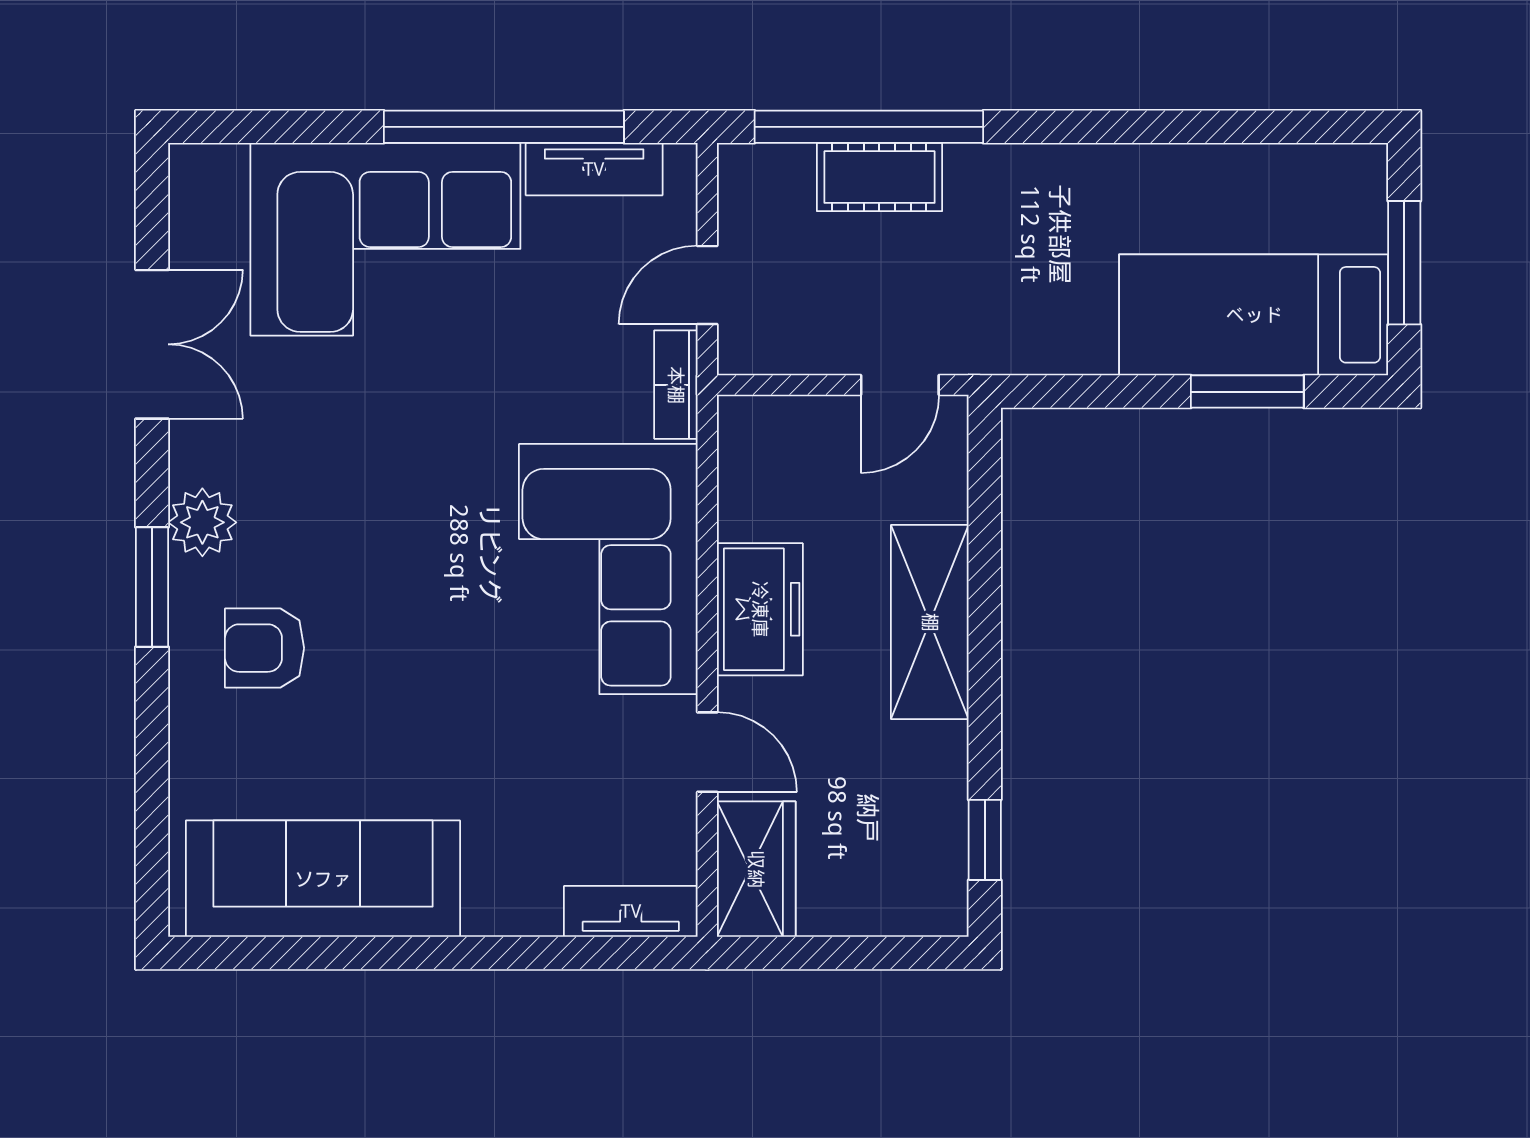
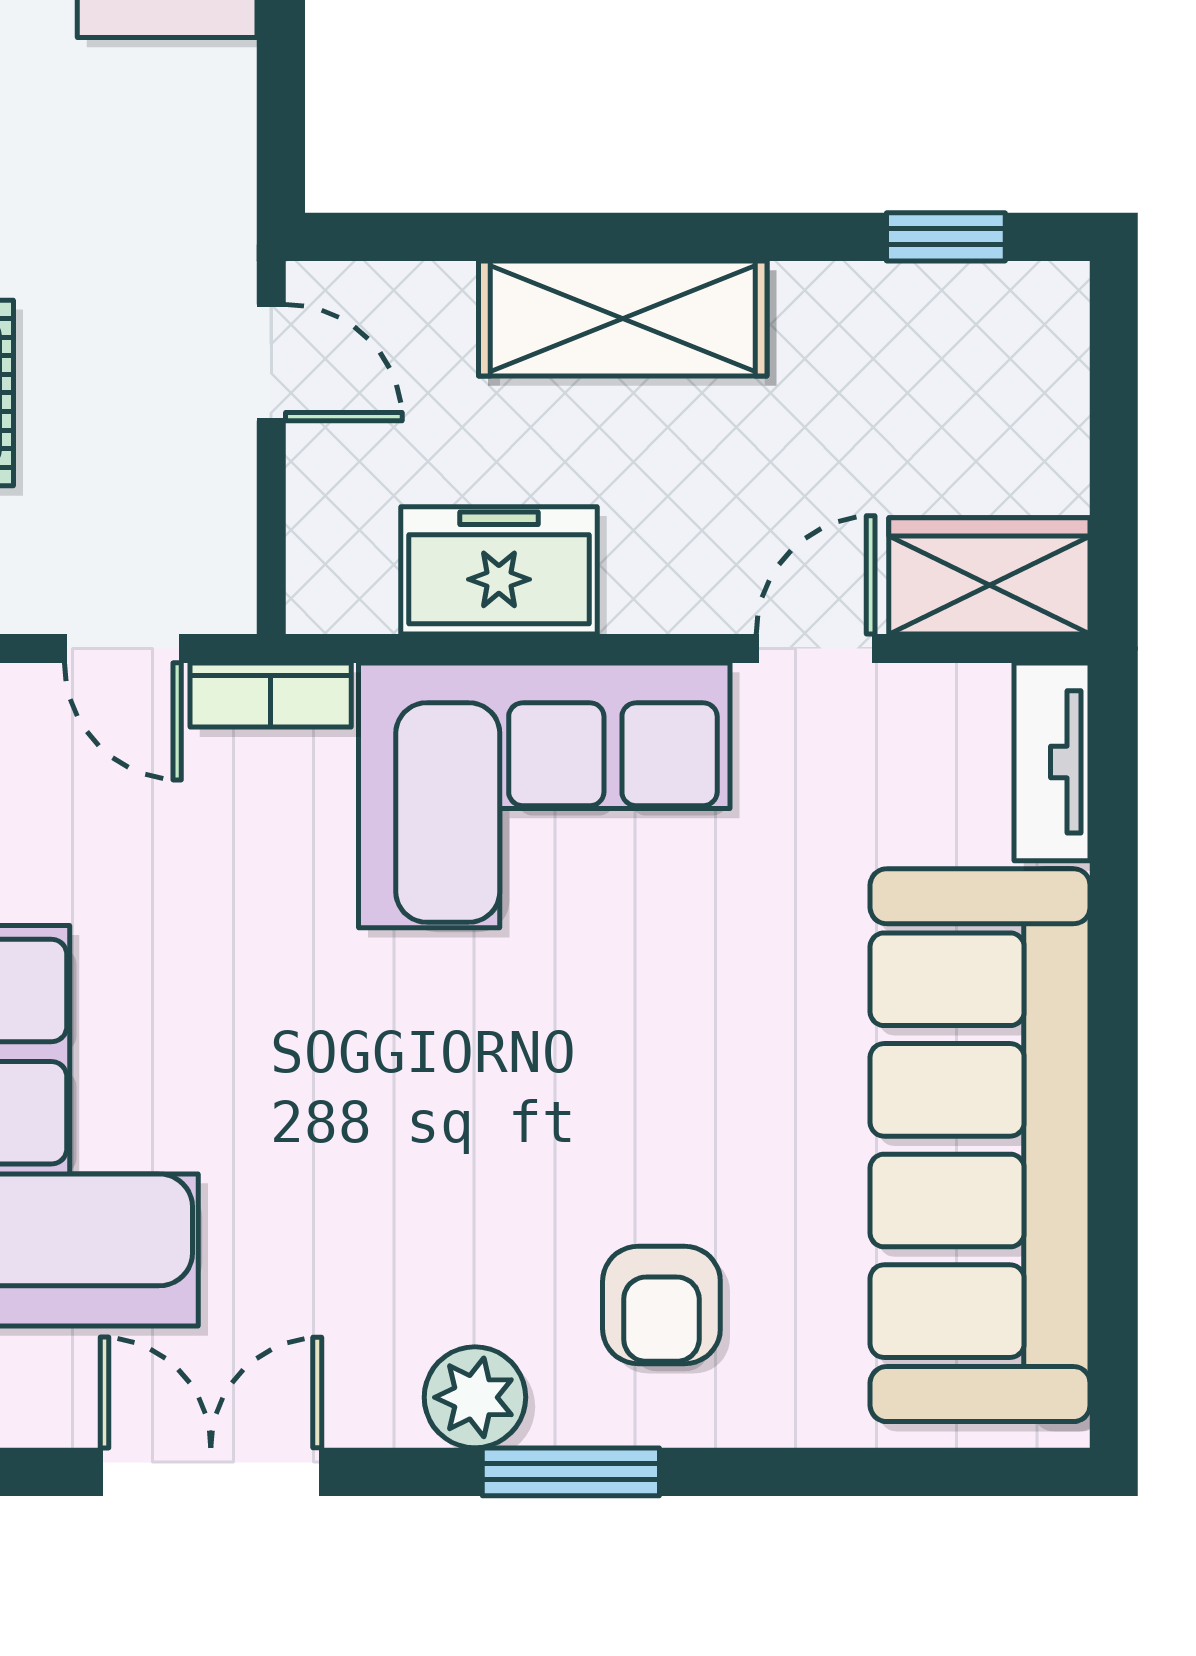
freezer: (760, 609) -> (499, 570), moved
sofa: (323, 879) -> (980, 1145), width x1.36, depth x1.27

